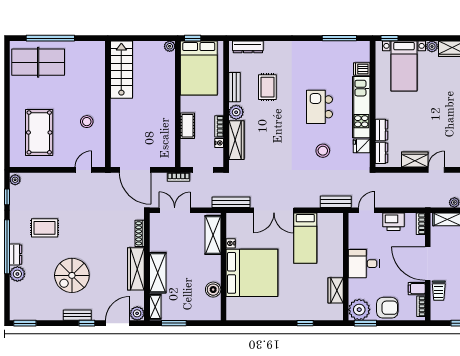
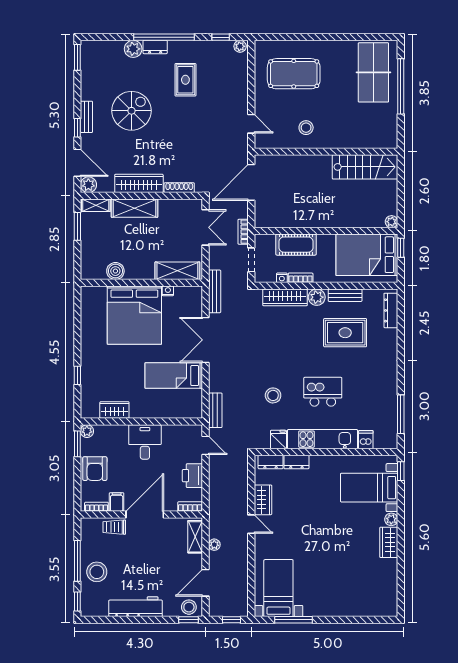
rug: (267, 87) -> (345, 333), width x1.36, depth x1.43
cot: (187, 126) -> (296, 245), width x1.37, depth x1.34
spiral stairs: (72, 275) -> (132, 111), turned 90
plant: (359, 310) -> (87, 431), width x0.53, depth x0.53

